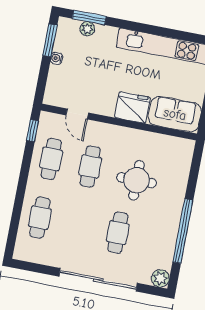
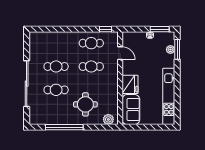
door: (77, 114) -> (120, 53), swing flipped
round table: (137, 180) -> (85, 104), moved
cafe table: (40, 218) -> (56, 66), moved
plant: (160, 278) -> (108, 119), moved

